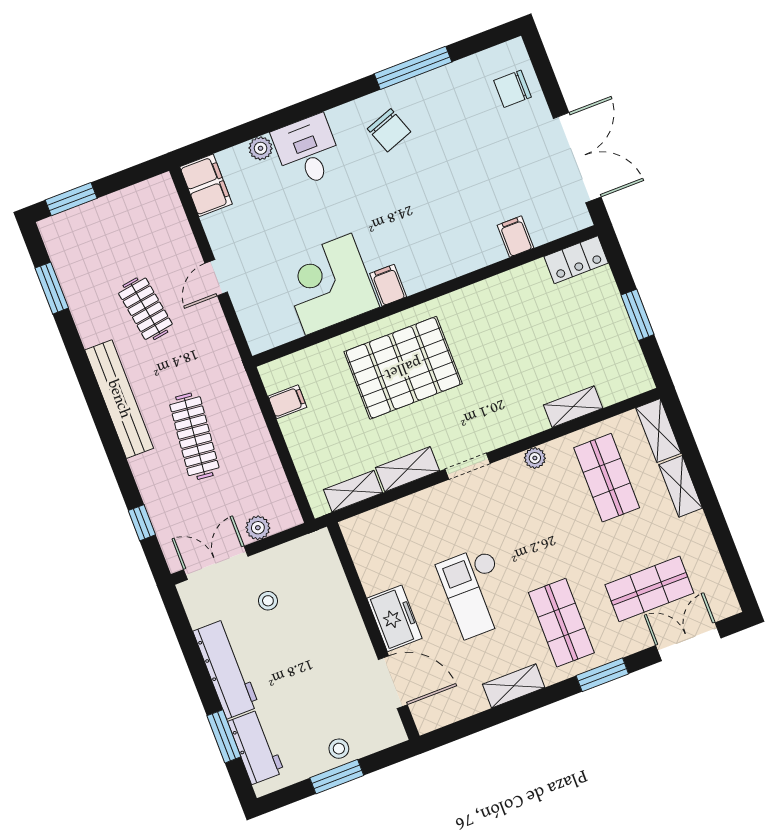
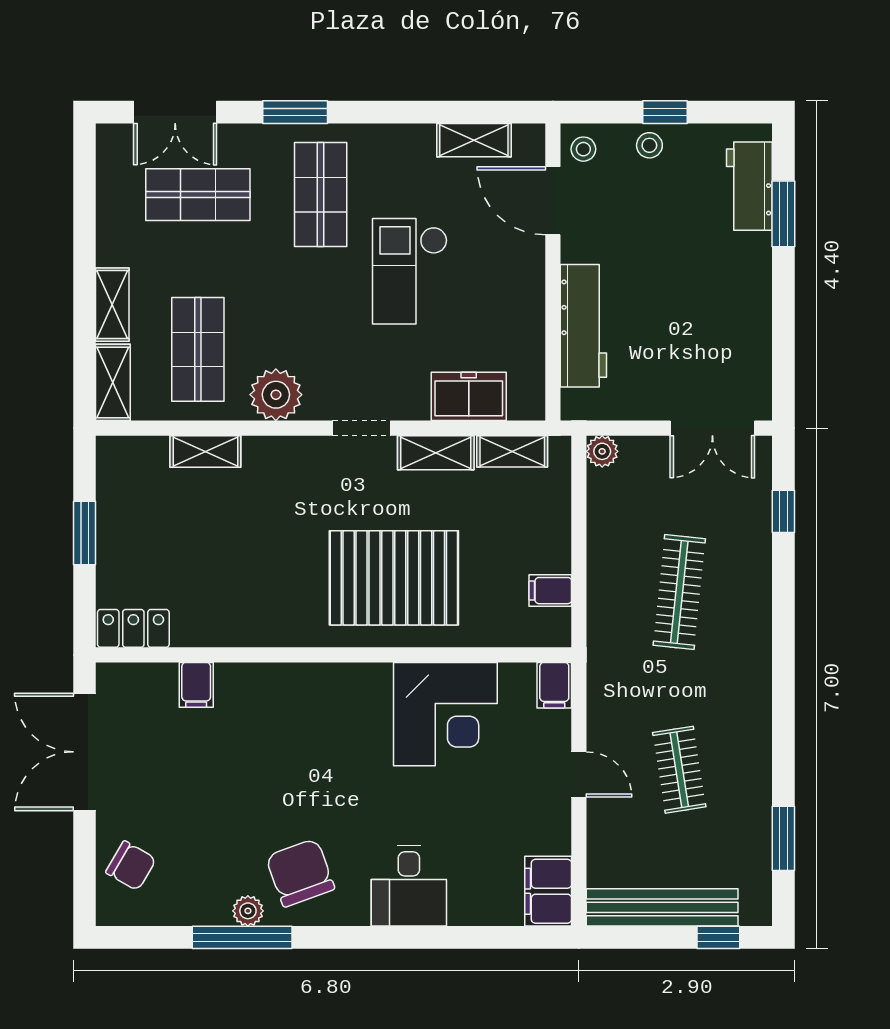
chair: (513, 89) -> (131, 866), turned 30
chair: (389, 130) -> (300, 873), width x1.37, depth x1.37
plant: (261, 148) -> (248, 911), moved
window: (71, 199) -> (718, 937), width x0.67
door: (216, 278) -> (579, 774), hinge flipped
filing cabinet: (388, 285) -> (554, 685), moved
bench: (119, 399) -> (662, 907), moved, turned 90
plant: (535, 458) -> (276, 395), width x1.88, depth x1.88
plant: (258, 528) -> (602, 451), moved
checkout: (476, 592) -> (410, 271), turned 180
stool: (268, 601) -> (583, 149), moved
freezer: (394, 618) -> (469, 396), moved, turned 90
workbench: (226, 669) -> (583, 326), moved, turned 180
shelving: (514, 686) -> (474, 140), moved
window: (337, 777) -> (665, 112), width x0.67

